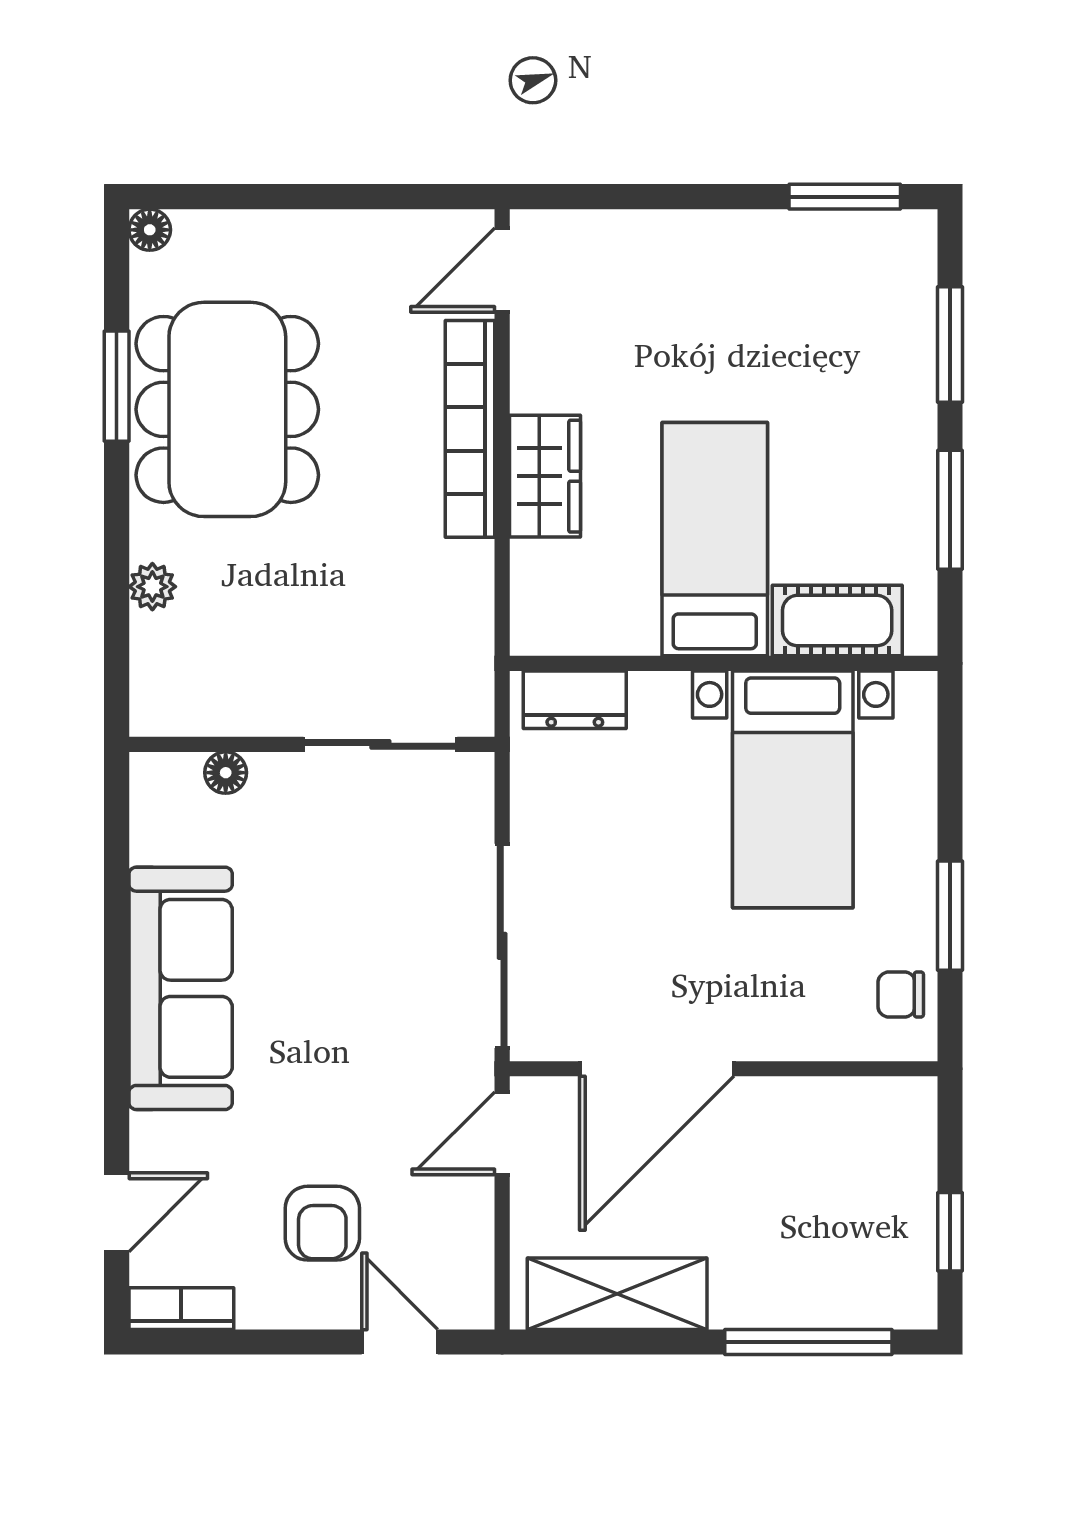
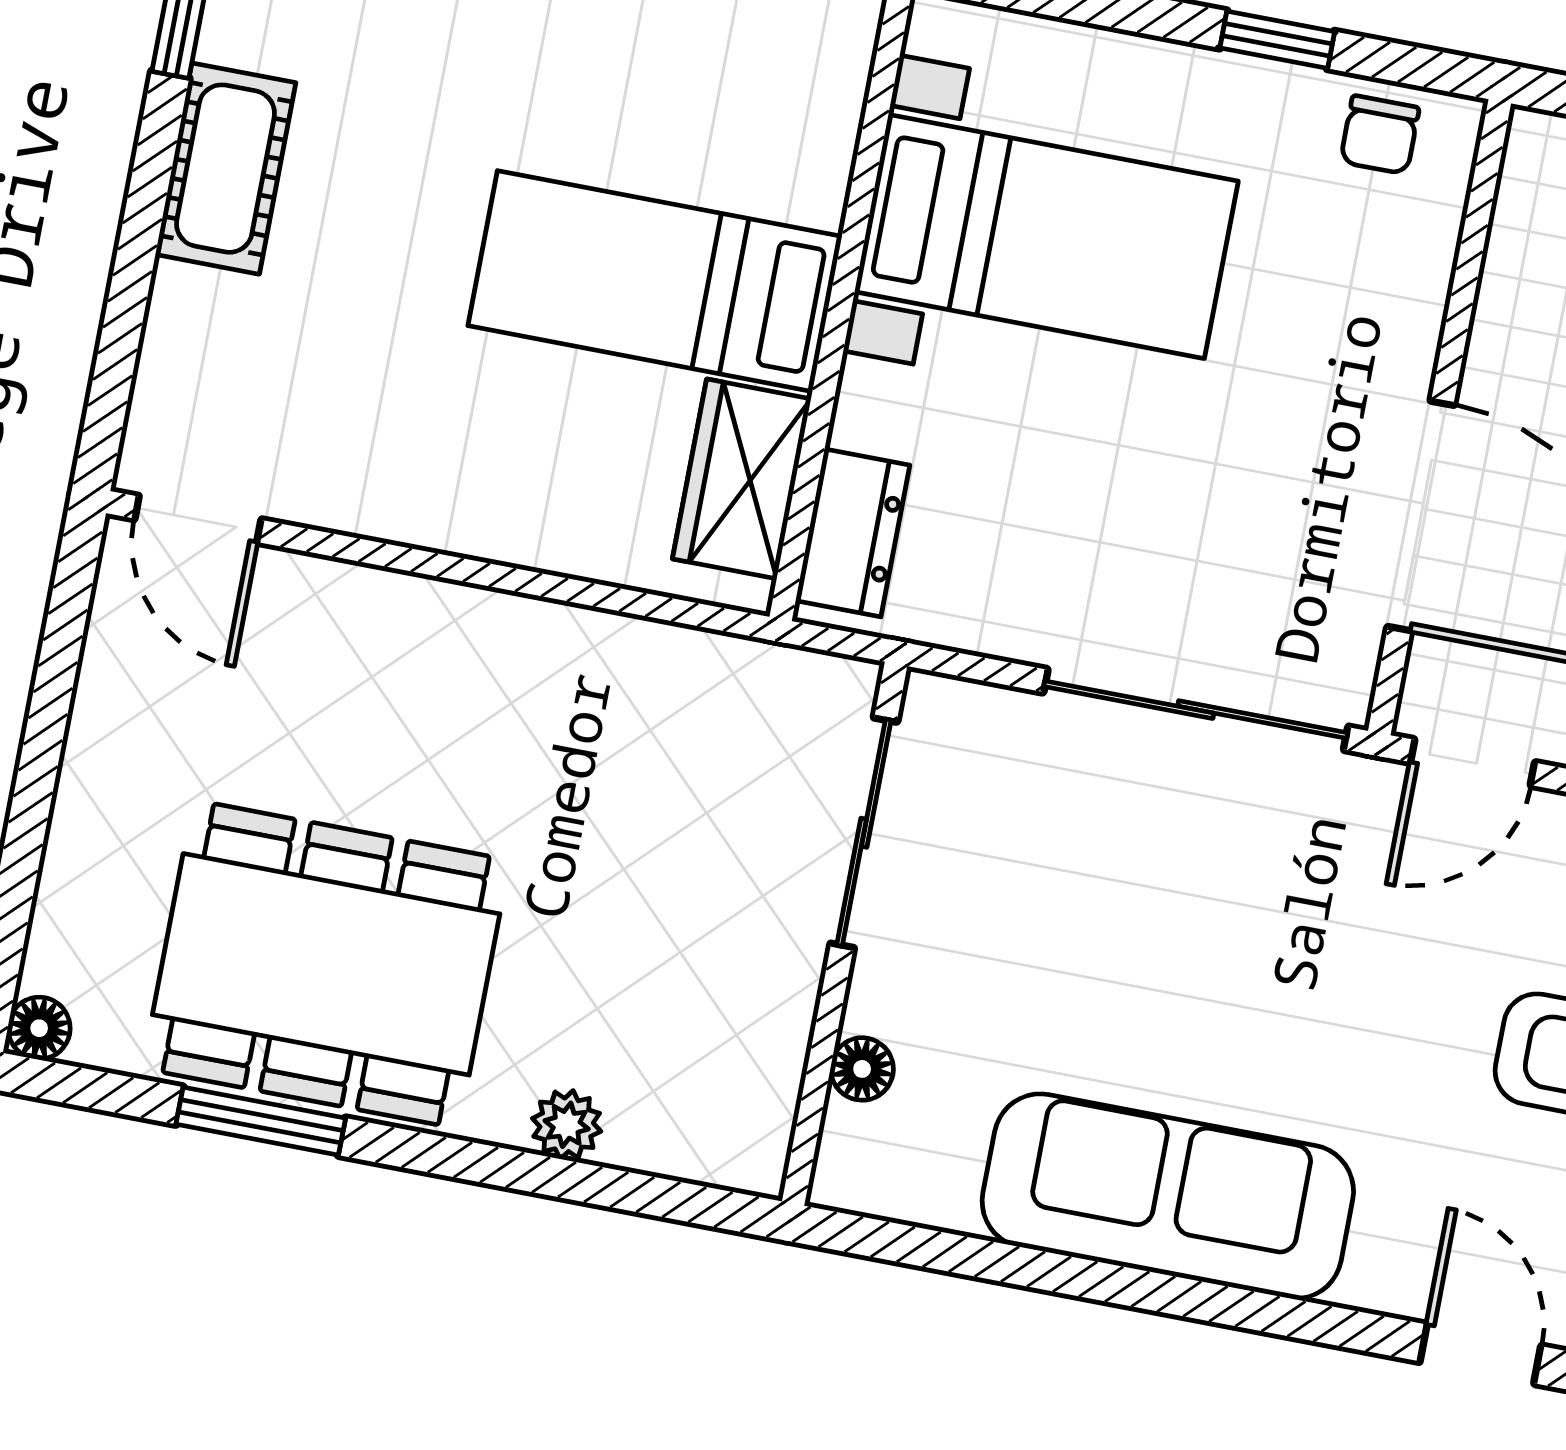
bookcase: (470, 429) -> (423, 611), removed
wardrobe: (545, 476) -> (742, 479), moved, turned -90
cot: (837, 621) -> (226, 169), moved
window: (950, 916) -> (1277, 40), width x0.67
door: (502, 1133) -> (1473, 762), hinge flipped

